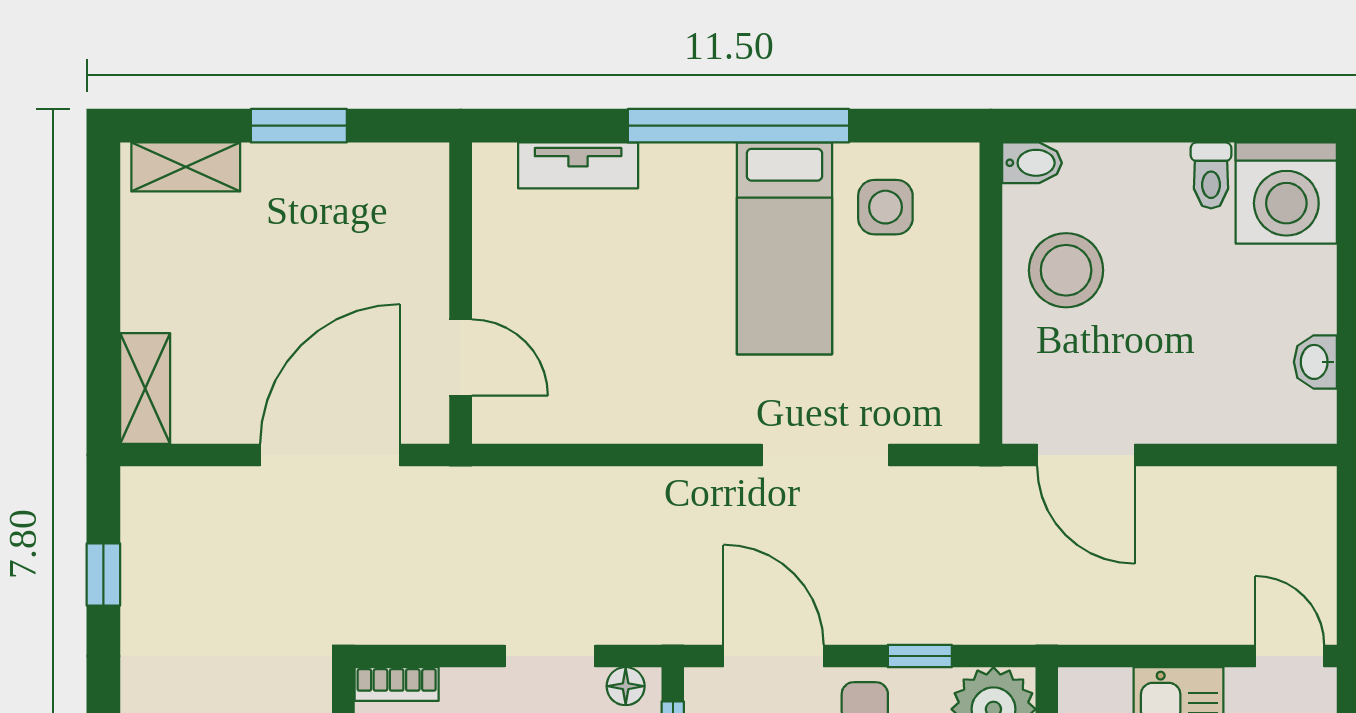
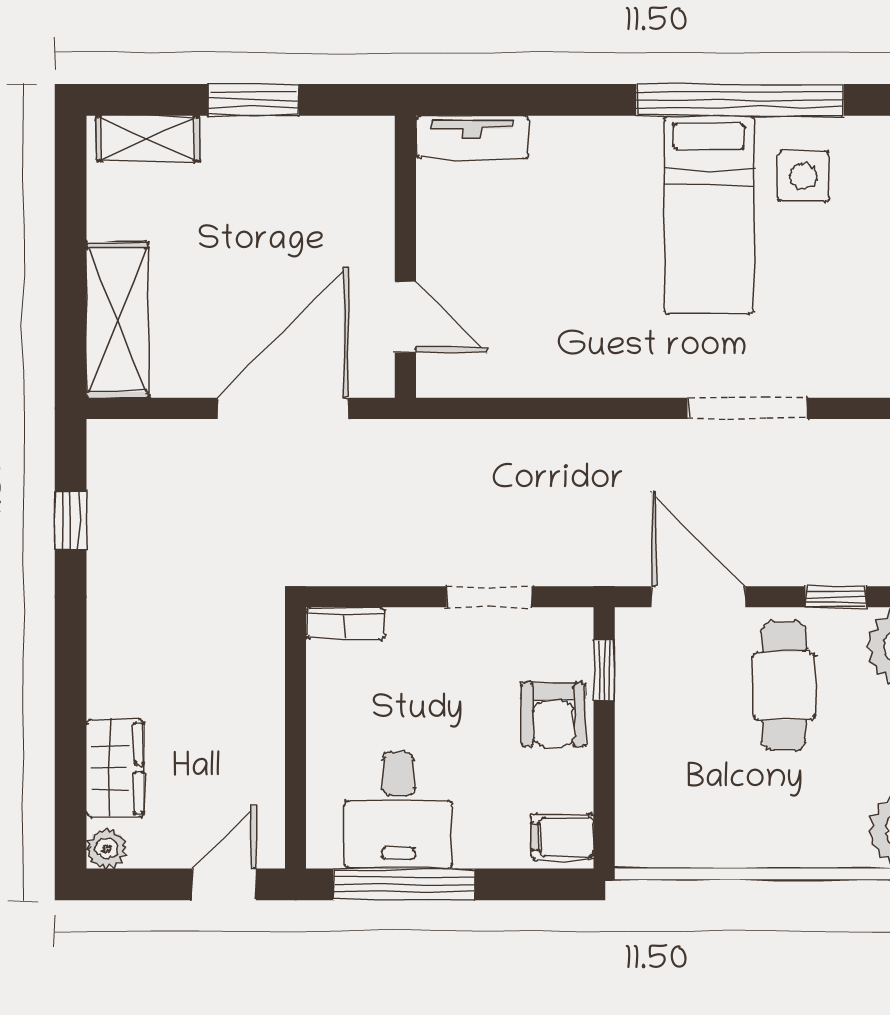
window: (738, 126) -> (740, 100), moved
tv unit: (578, 165) -> (472, 137), moved
shelving: (145, 388) -> (117, 320), width x1.50, depth x1.33
floor lamp: (626, 686) -> (560, 625), removed

